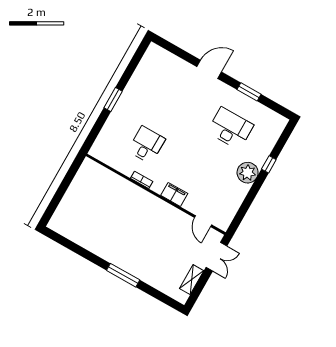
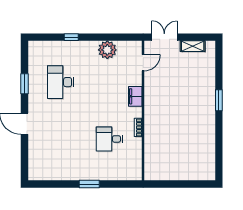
plant: (248, 173) -> (107, 50), moved
window: (123, 275) -> (219, 100), width x0.69

